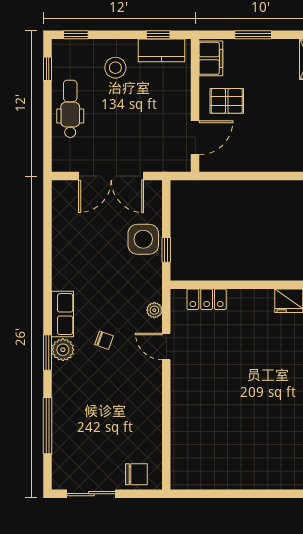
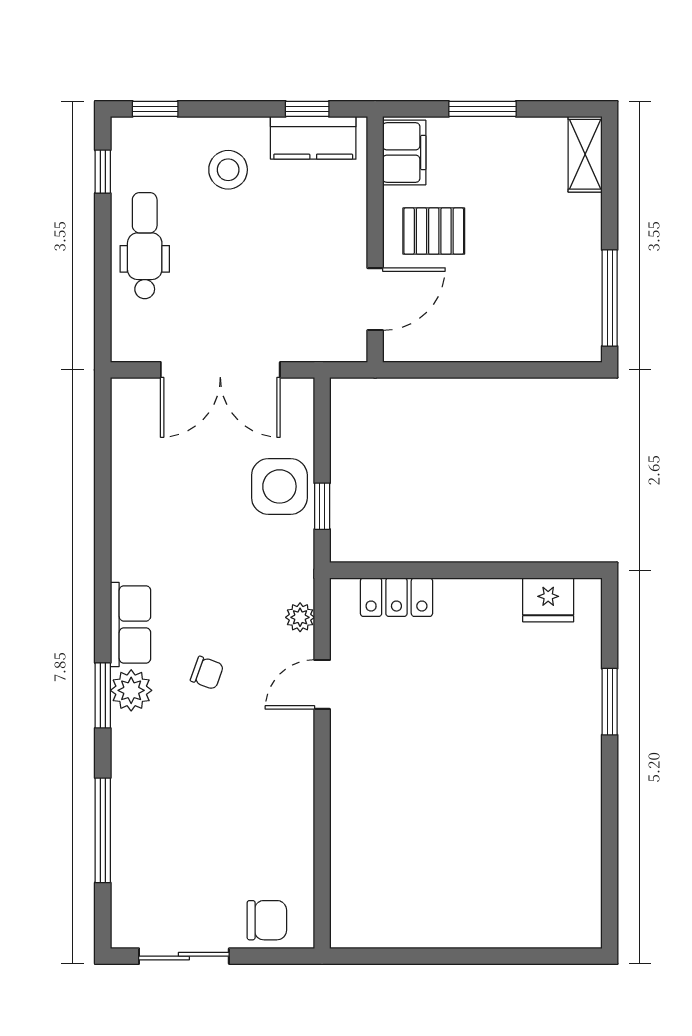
door: (166, 347) -> (322, 684), hinge flipped

